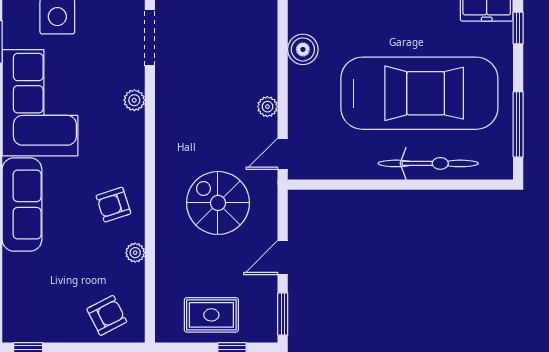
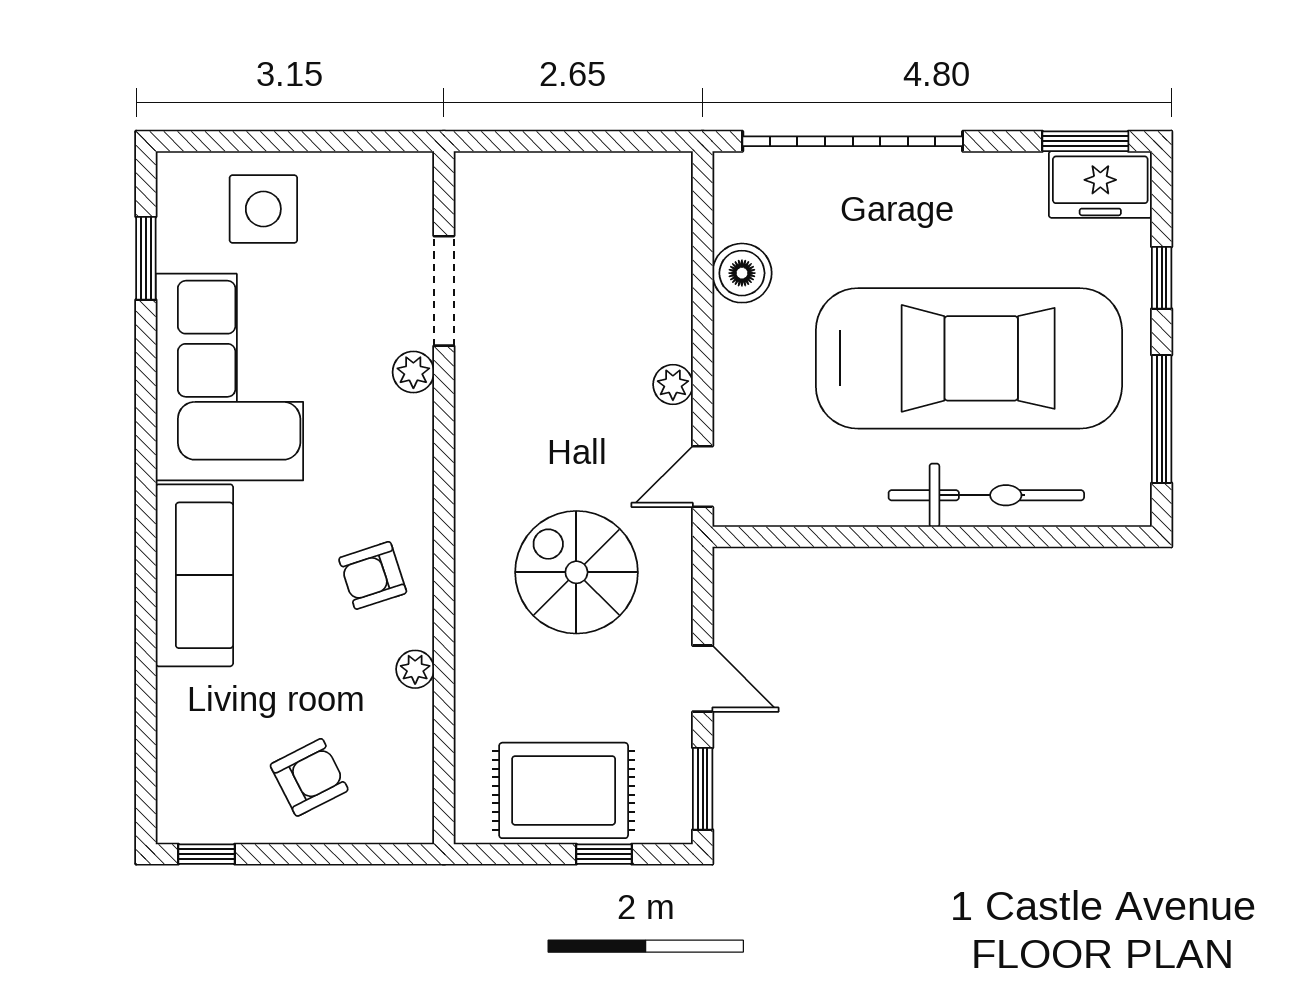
window: (518, 28) -> (1162, 278), moved
doorway: (150, 38) -> (444, 291), moved
door: (283, 258) -> (703, 679), swing flipped
armchair: (107, 315) -> (309, 777), moved
rug: (211, 315) -> (564, 790), width x1.36, depth x1.43

